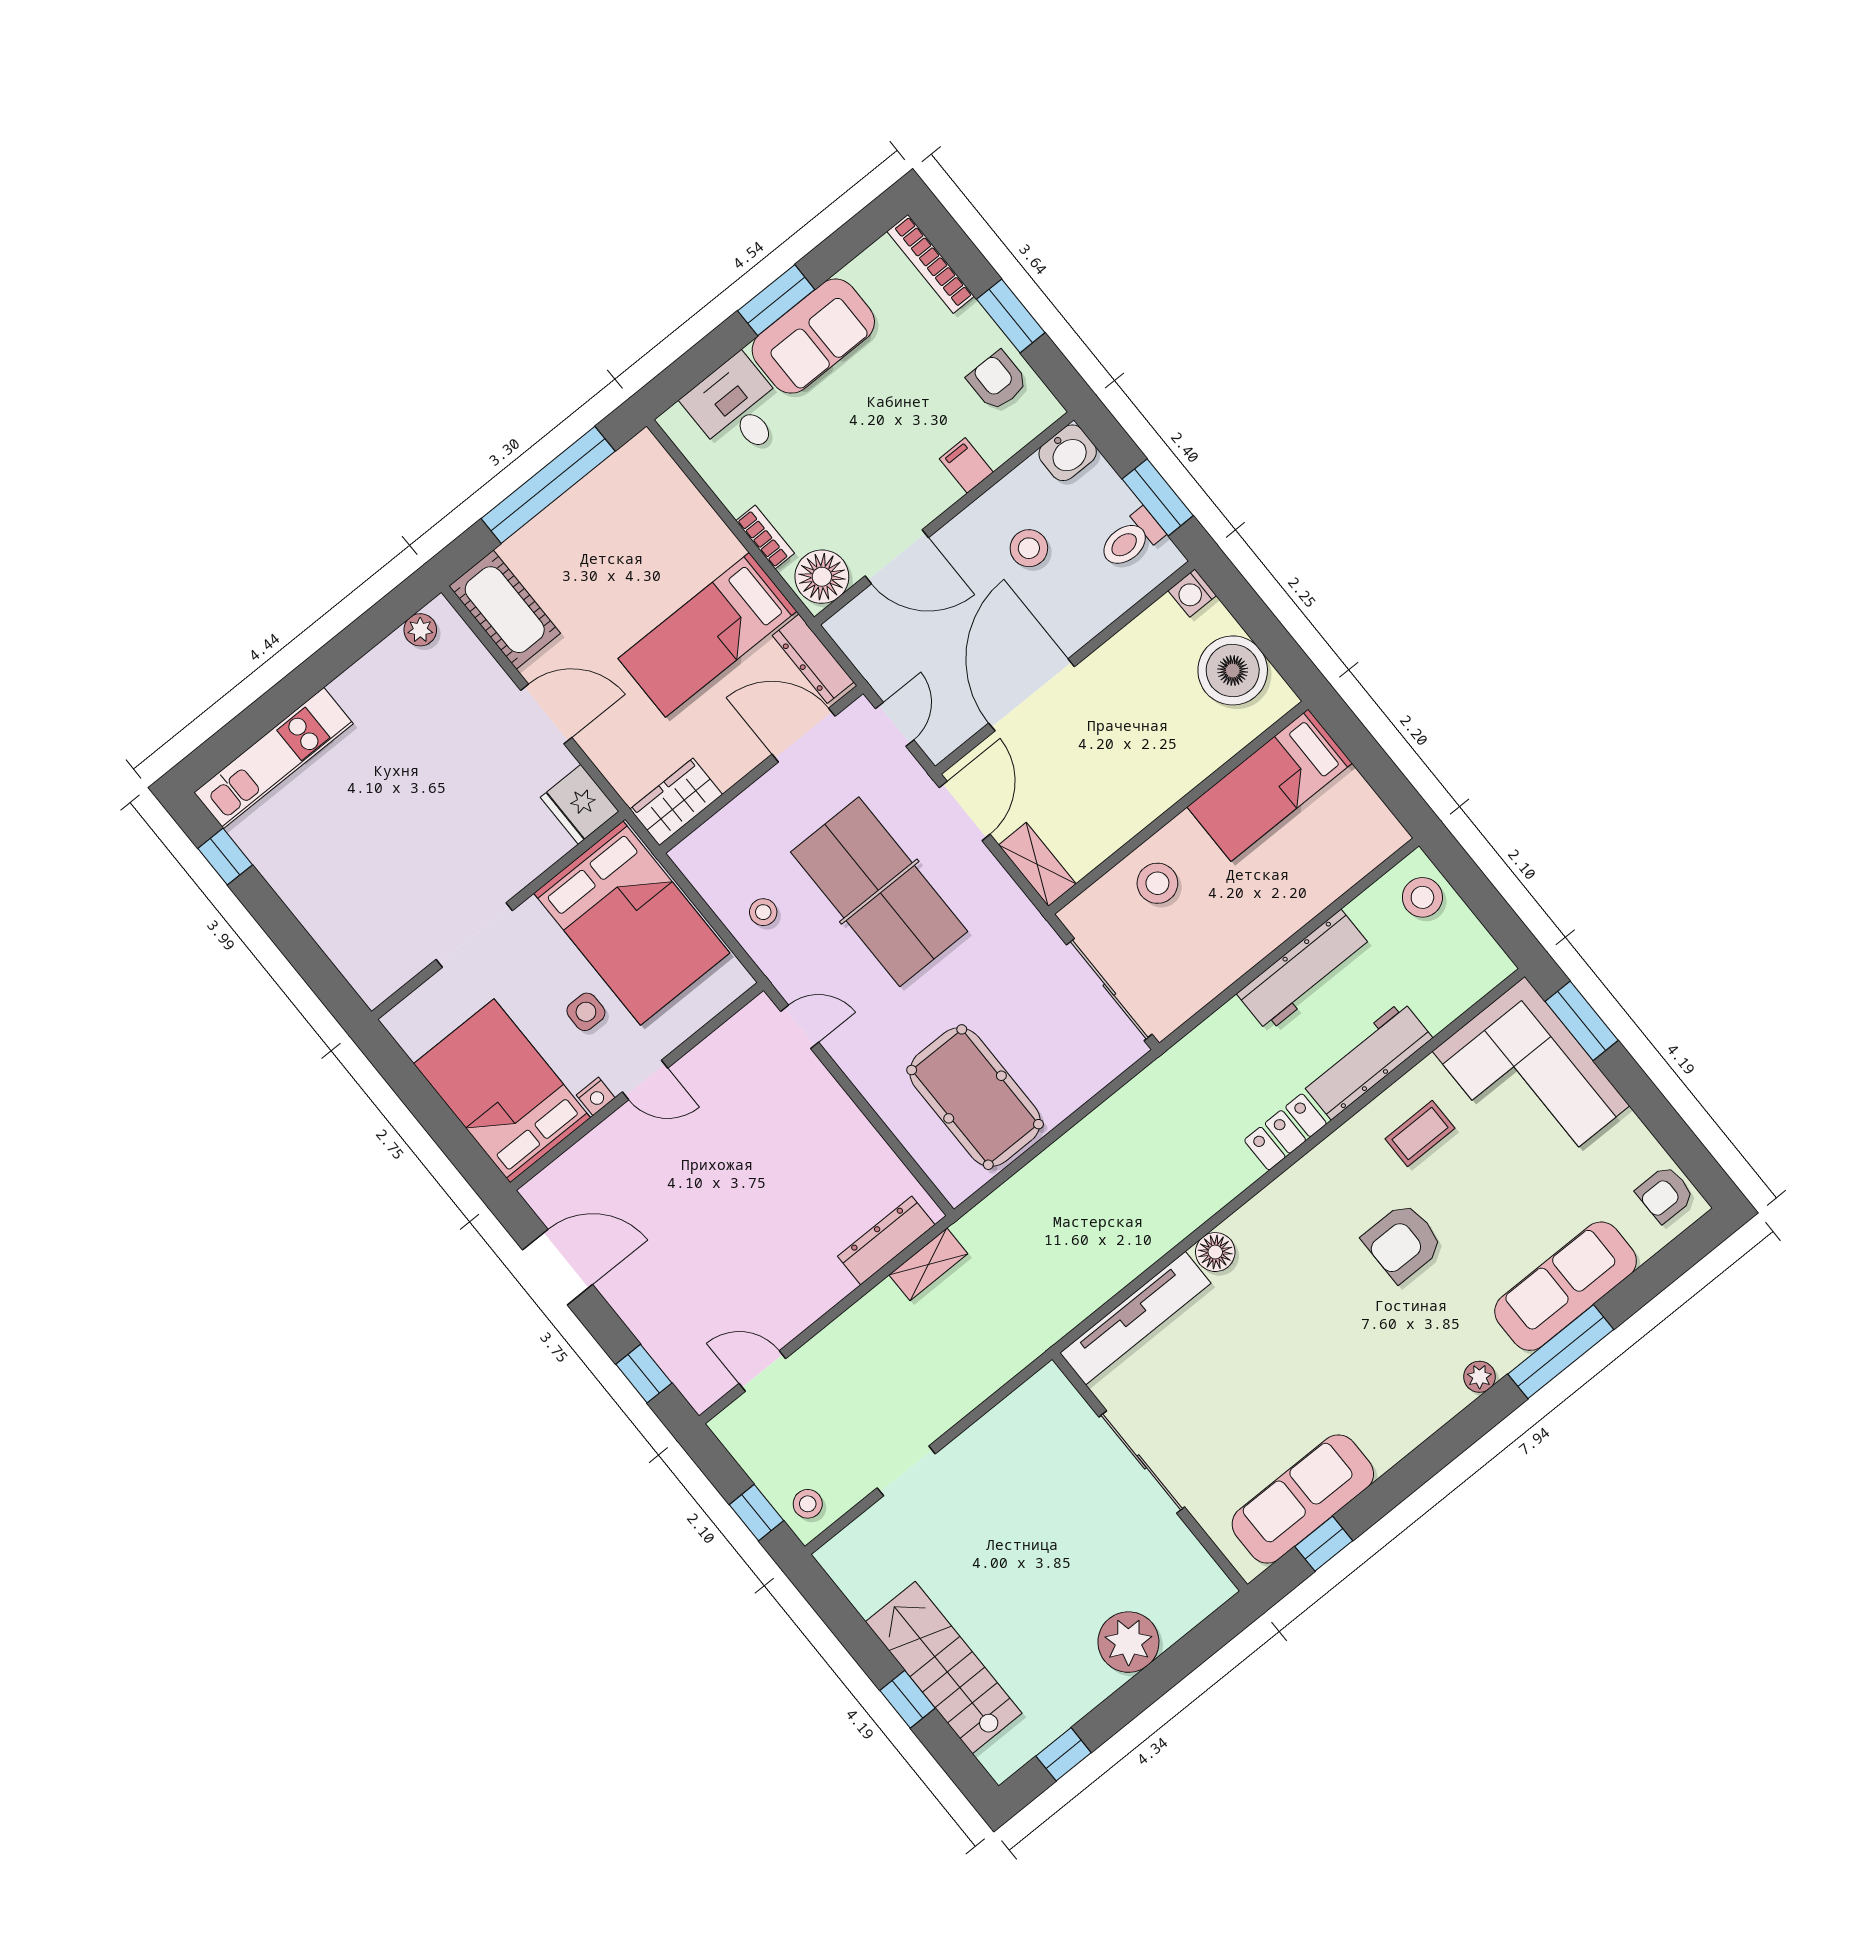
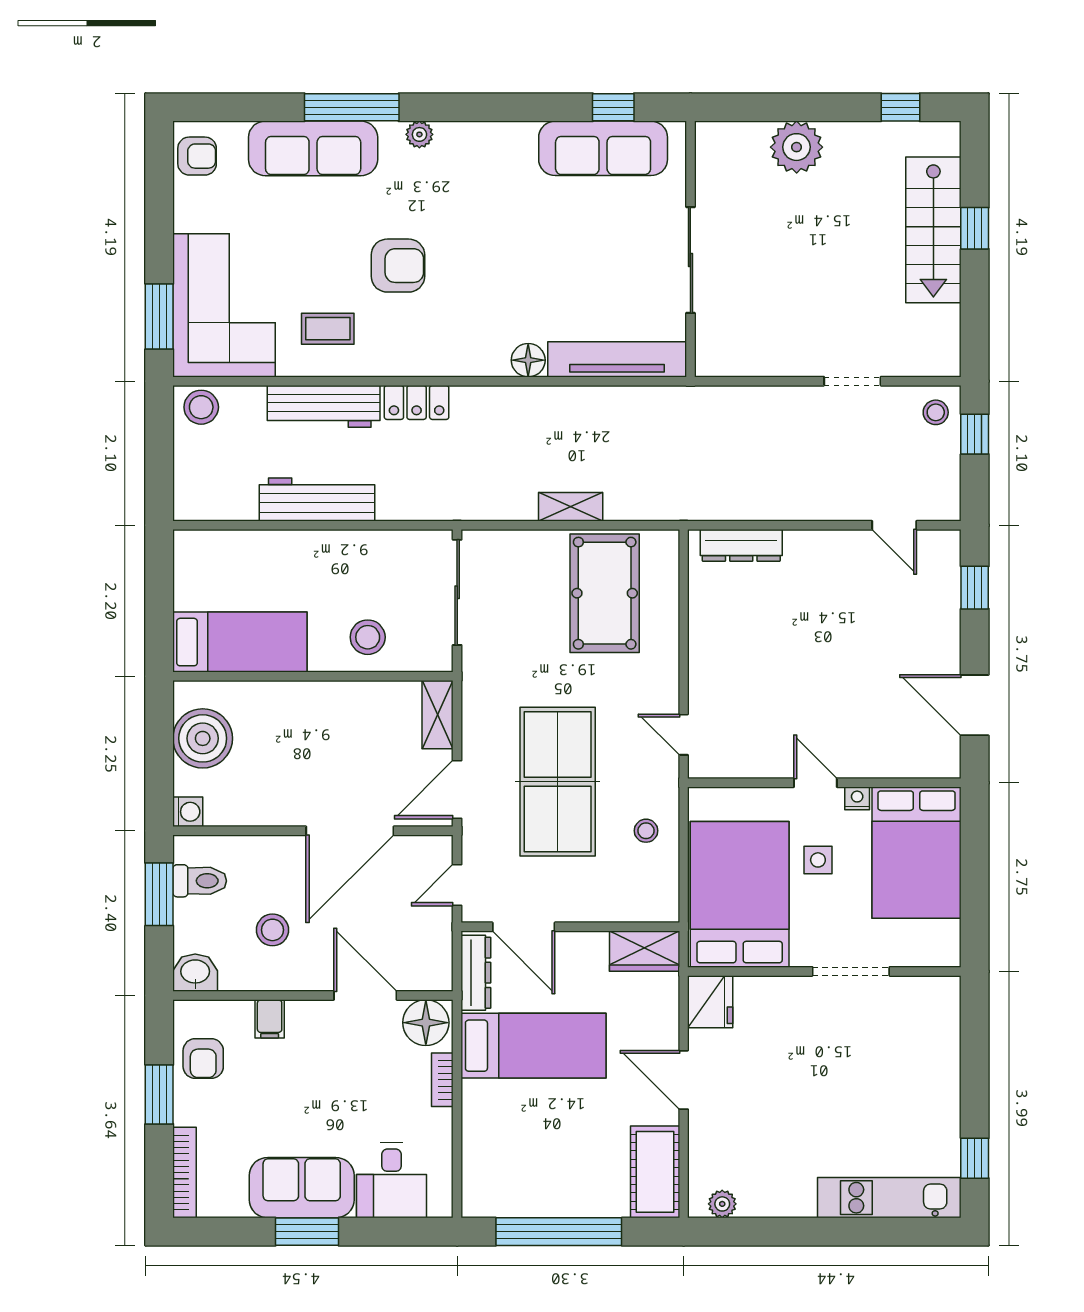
stool: (1422, 897) -> (201, 407), moved
shelving: (928, 1264) -> (571, 507), moved

